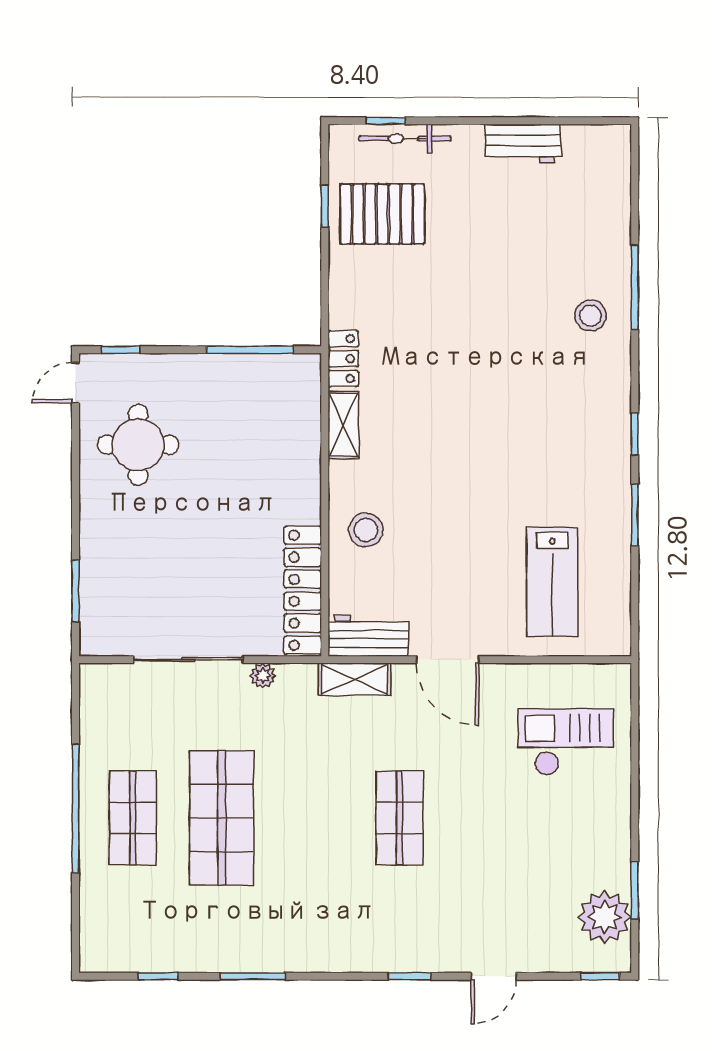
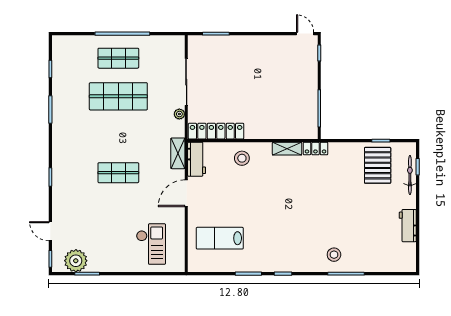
round table: (138, 445) -> (278, 60), removed
door: (494, 976) -> (50, 231), moved

